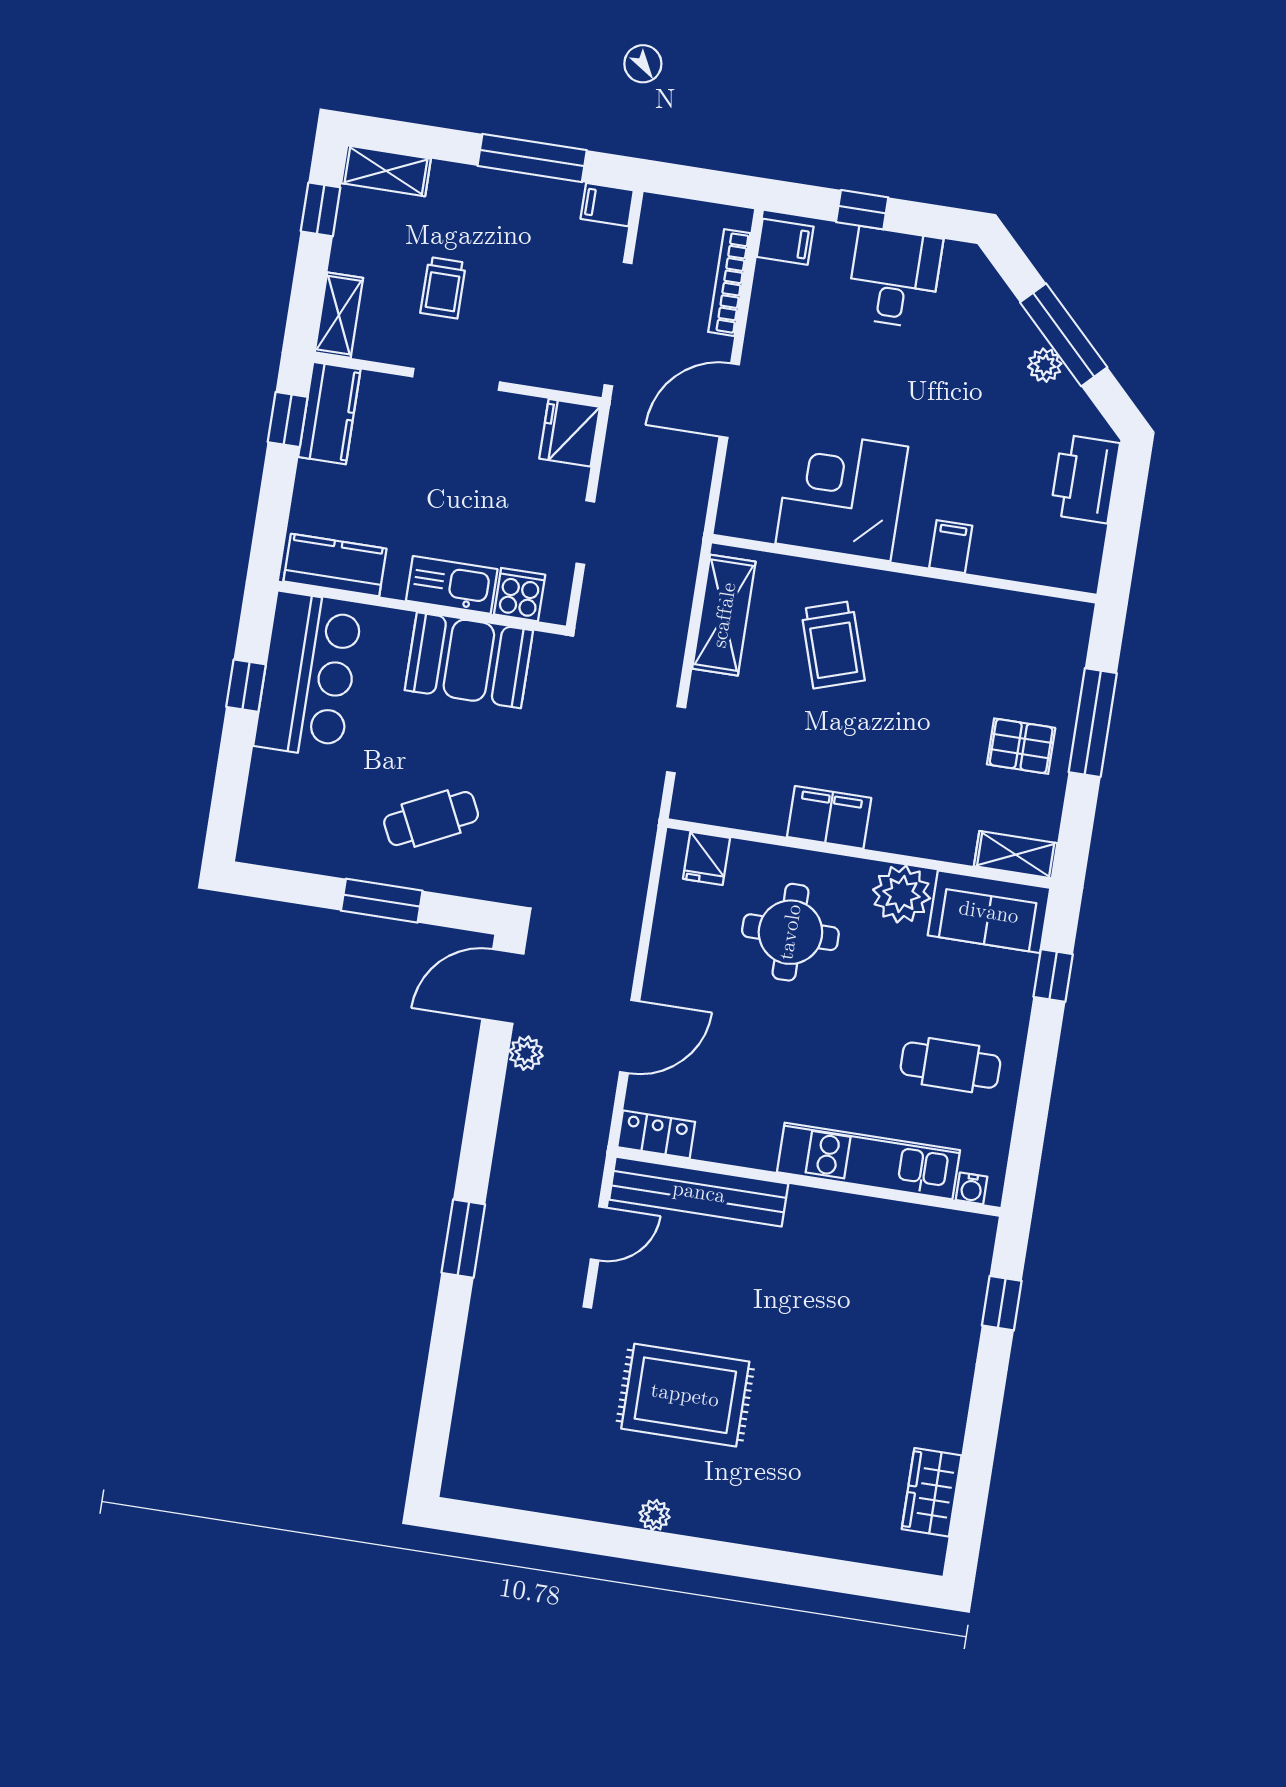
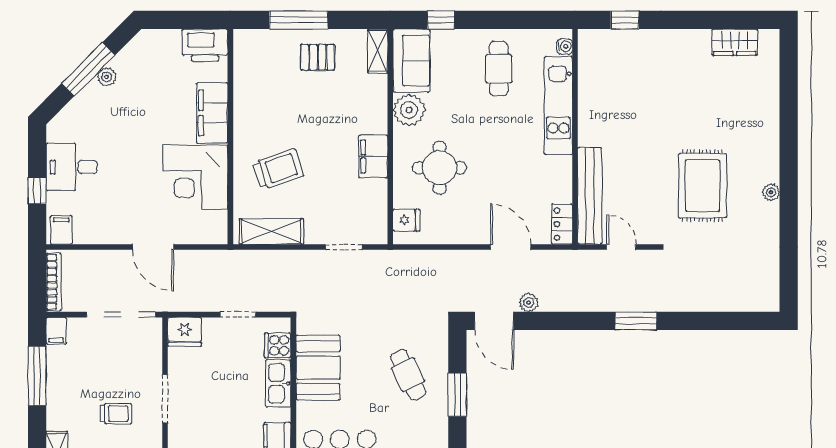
bookcase: (729, 283) -> (54, 282), moved, turned -90
printer: (1085, 479) -> (205, 45), moved
filing cabinet: (951, 547) -> (212, 113), width x3.00, depth x1.17
pallet: (1021, 746) -> (318, 57), turned 90

